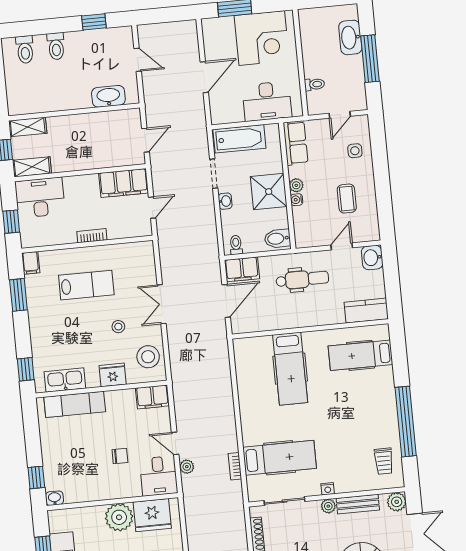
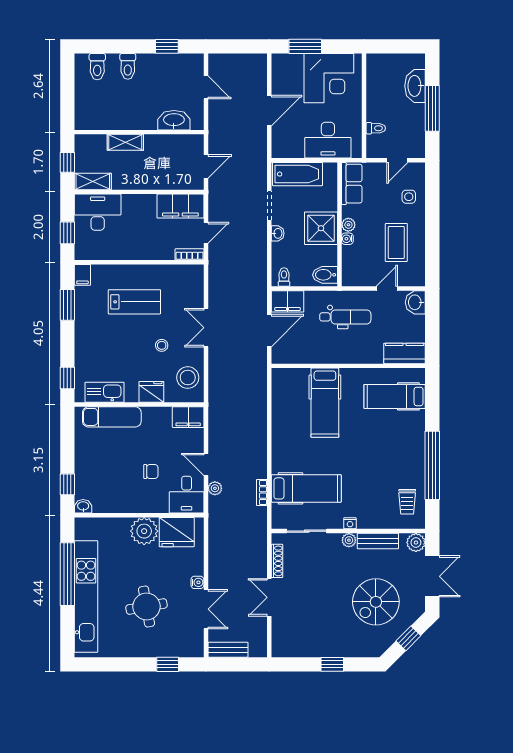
shelving: (28, 127) -> (125, 142), moved
coffee table: (347, 199) -> (396, 242), width x1.36, depth x1.30
bookcase: (92, 236) -> (190, 254), moved

